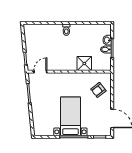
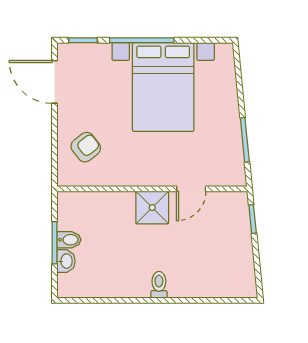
shower: (84, 64) -> (152, 208), moved
door: (40, 72) -> (191, 189), moved
bed with nightstands: (70, 116) -> (163, 87), width x1.36

